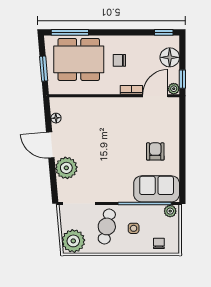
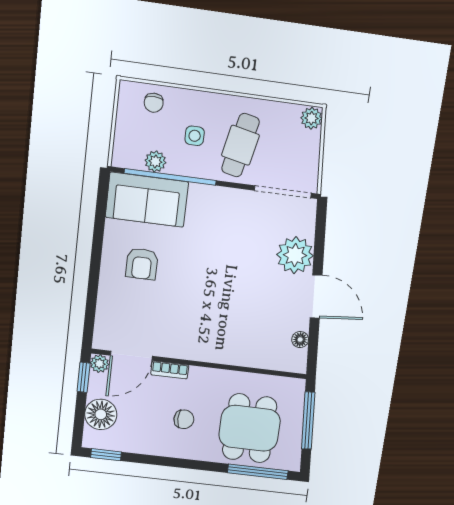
dining table: (79, 59) -> (250, 428), width x0.73
window: (44, 69) -> (308, 421), width x1.44
plant: (170, 211) -> (155, 161), moved
plant: (73, 241) -> (311, 118), width x0.53, depth x0.53

